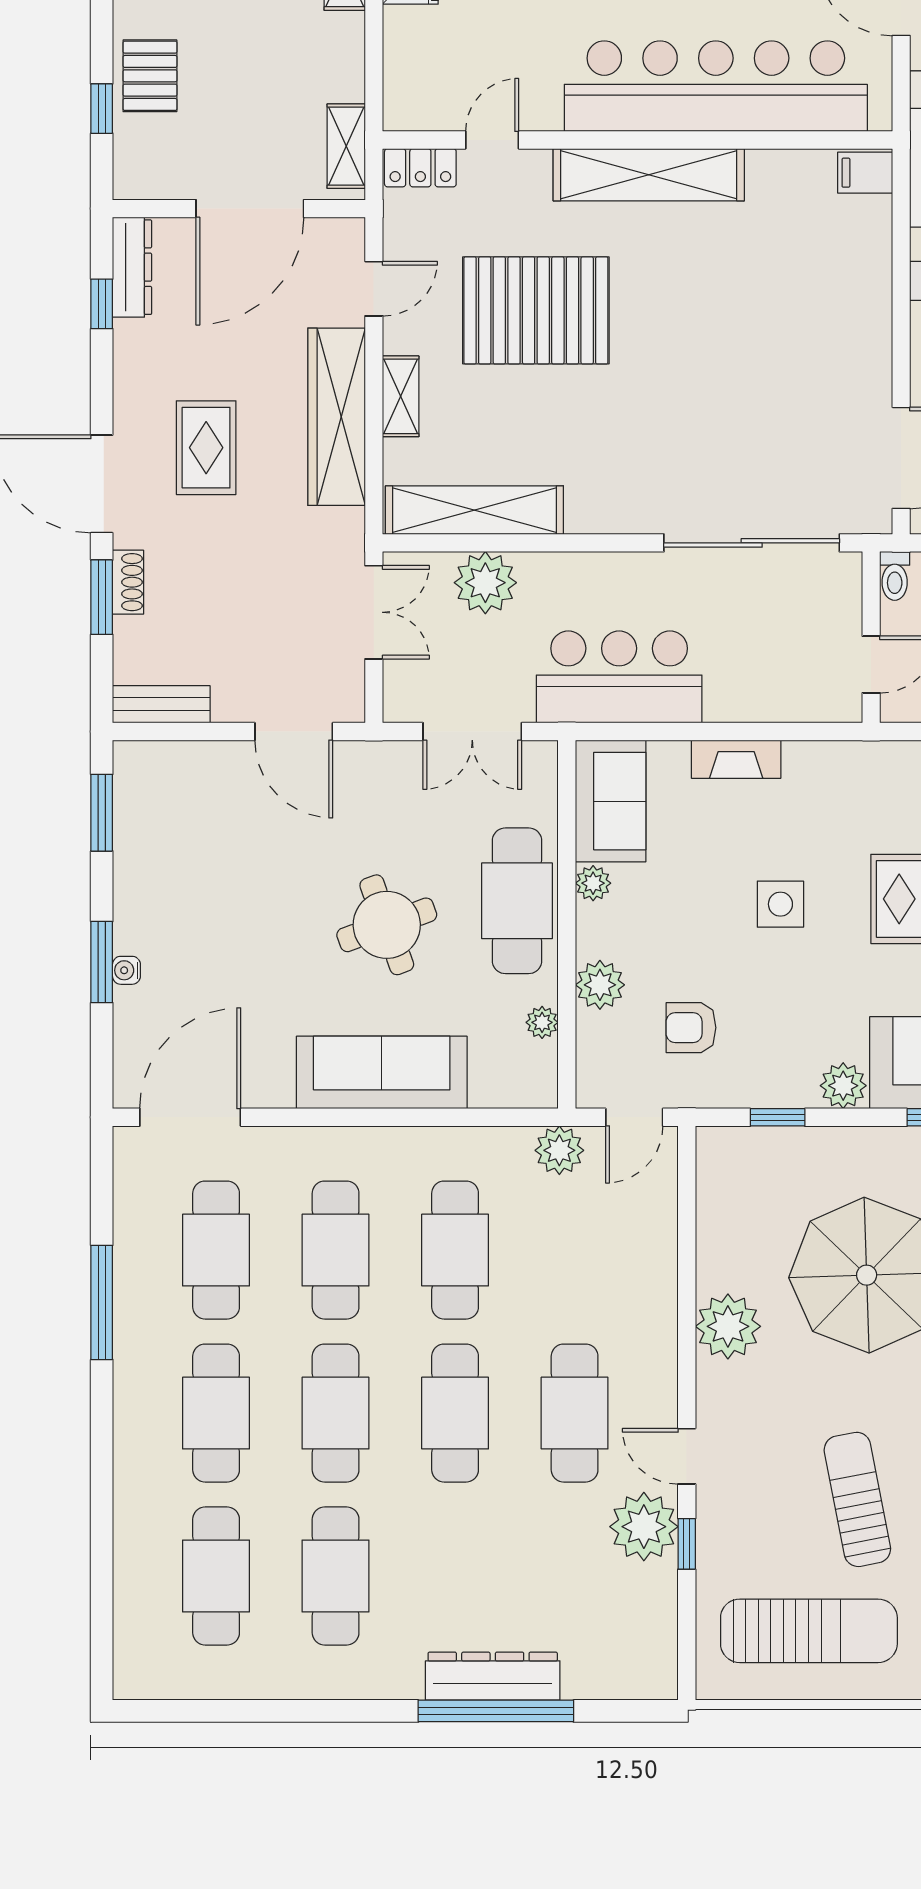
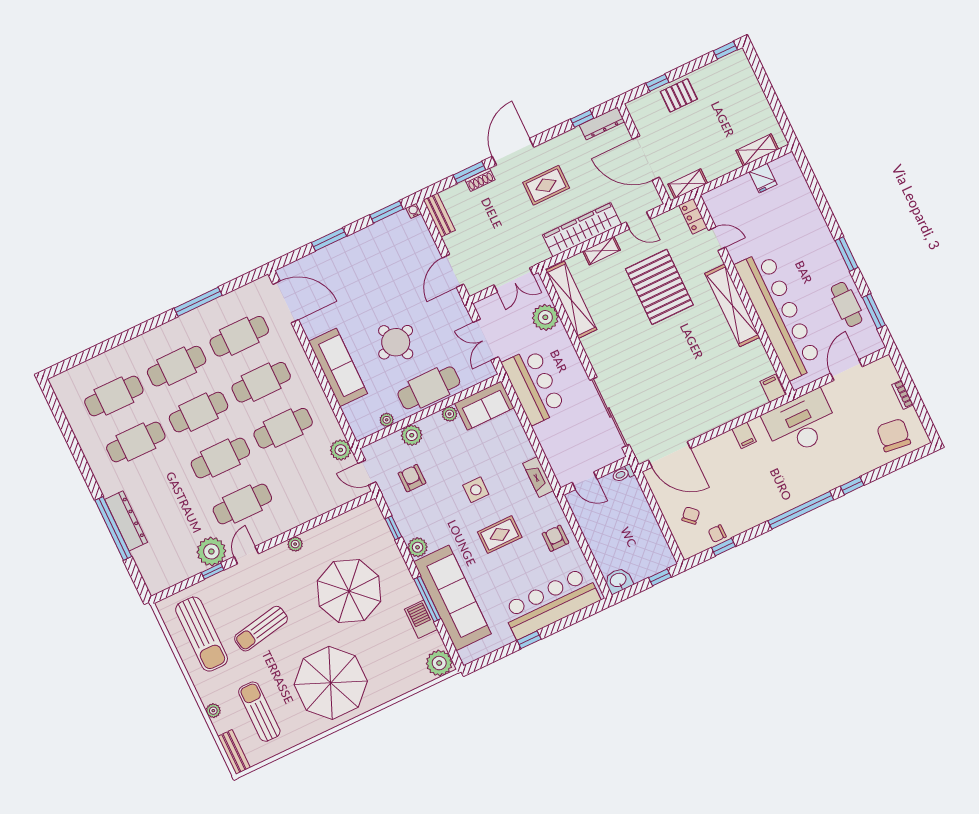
fireplace: (736, 759) -> (538, 477), moved
water cooler: (126, 970) -> (414, 211), moved
plant: (728, 1326) -> (295, 544), width x0.53, depth x0.53
sun lounger: (857, 1499) -> (261, 629), turned 180

